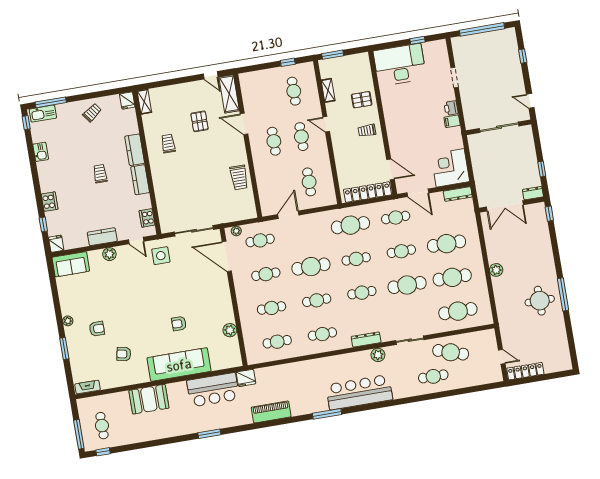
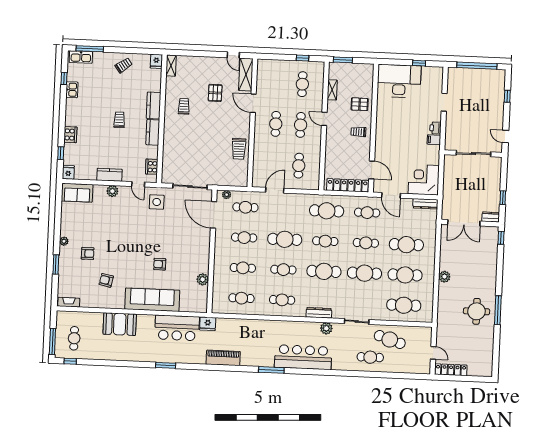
window: (26, 123) -> (64, 79), moved
cafe table: (362, 293) -> (324, 271), width x1.37, depth x1.35

